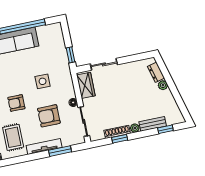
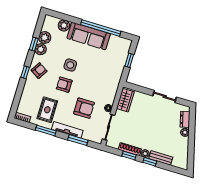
window: (71, 55) -> (129, 60), moved
sliding door: (104, 64) -> (165, 96), moved
side table: (43, 81) -> (70, 65), moved
armchair: (49, 116) -> (84, 108), turned 180
window: (165, 129) -> (150, 162), moved
window: (23, 159) -> (46, 130), added

